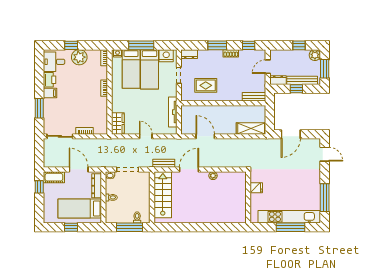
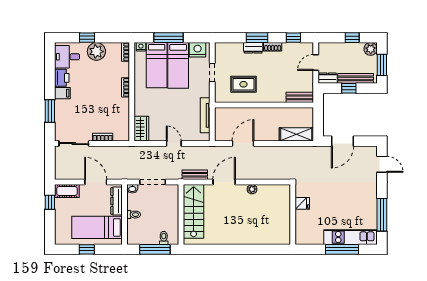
dresser: (189, 54) -> (253, 48), moved
door: (205, 136) -> (243, 144), hinge flipped
kitchen unit: (289, 217) -> (350, 237), width x0.73

